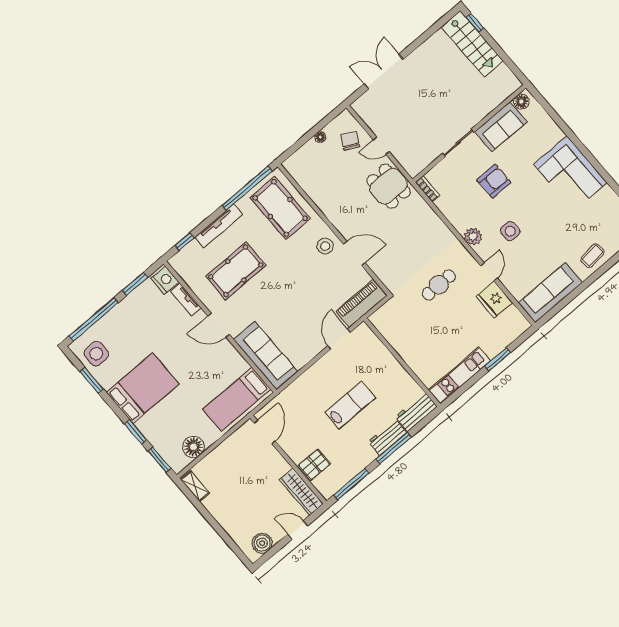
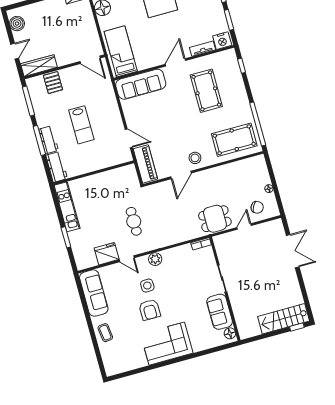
armchair: (494, 181) -> (150, 310), moved
tv unit: (219, 226) -> (242, 93), removed

